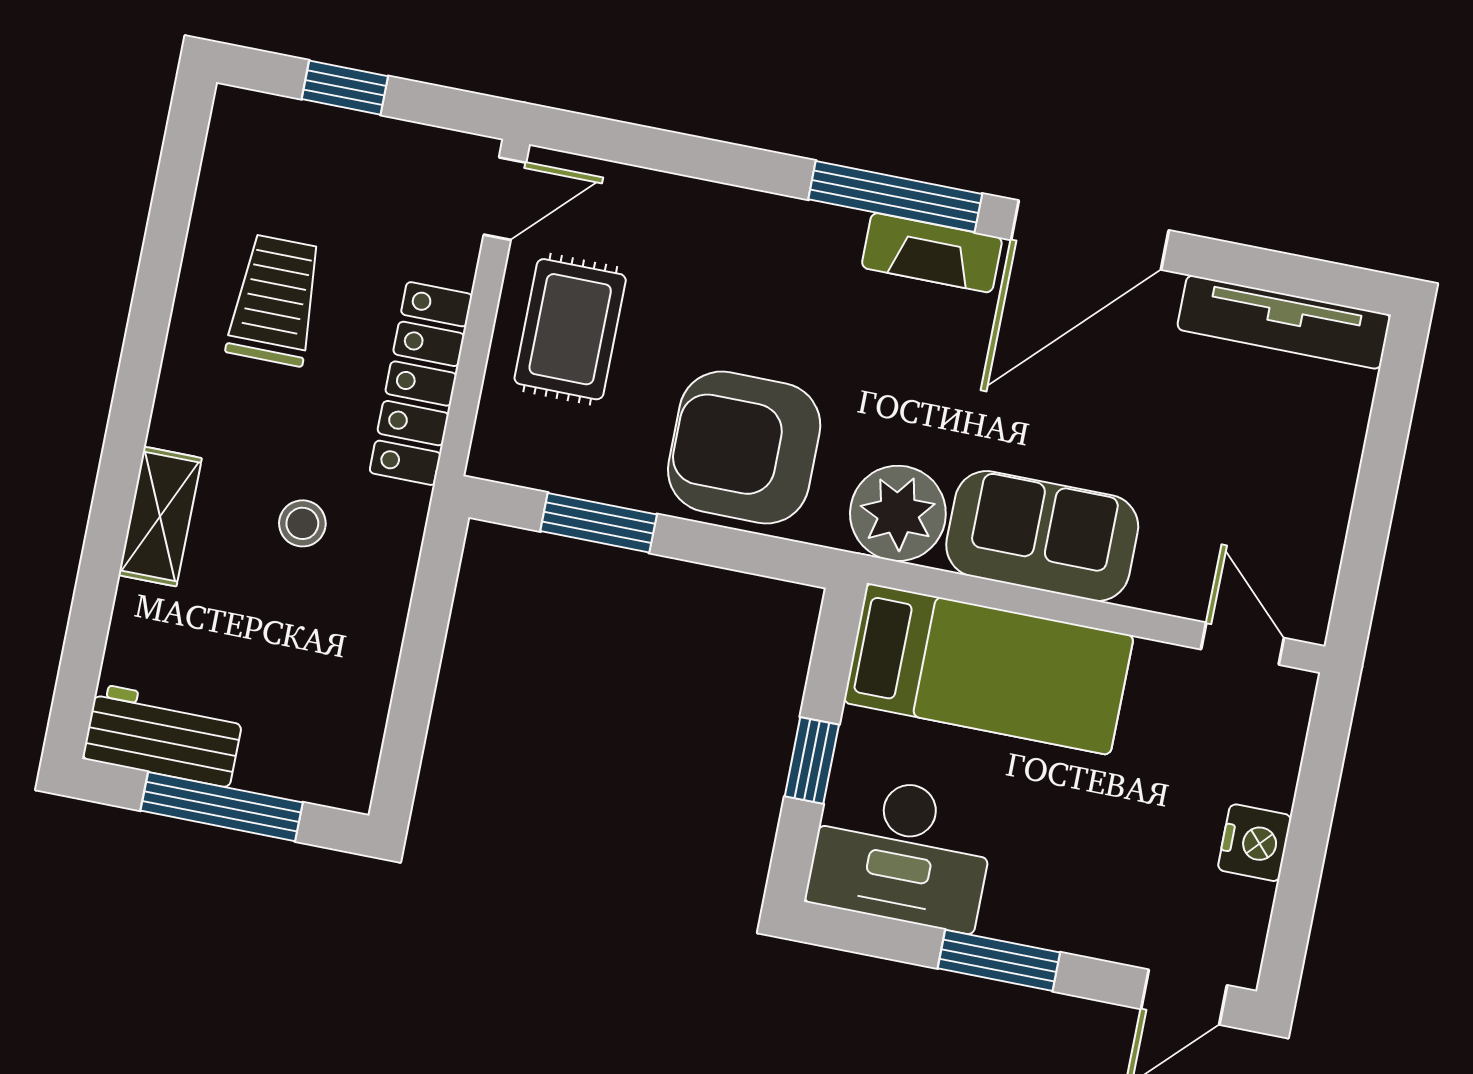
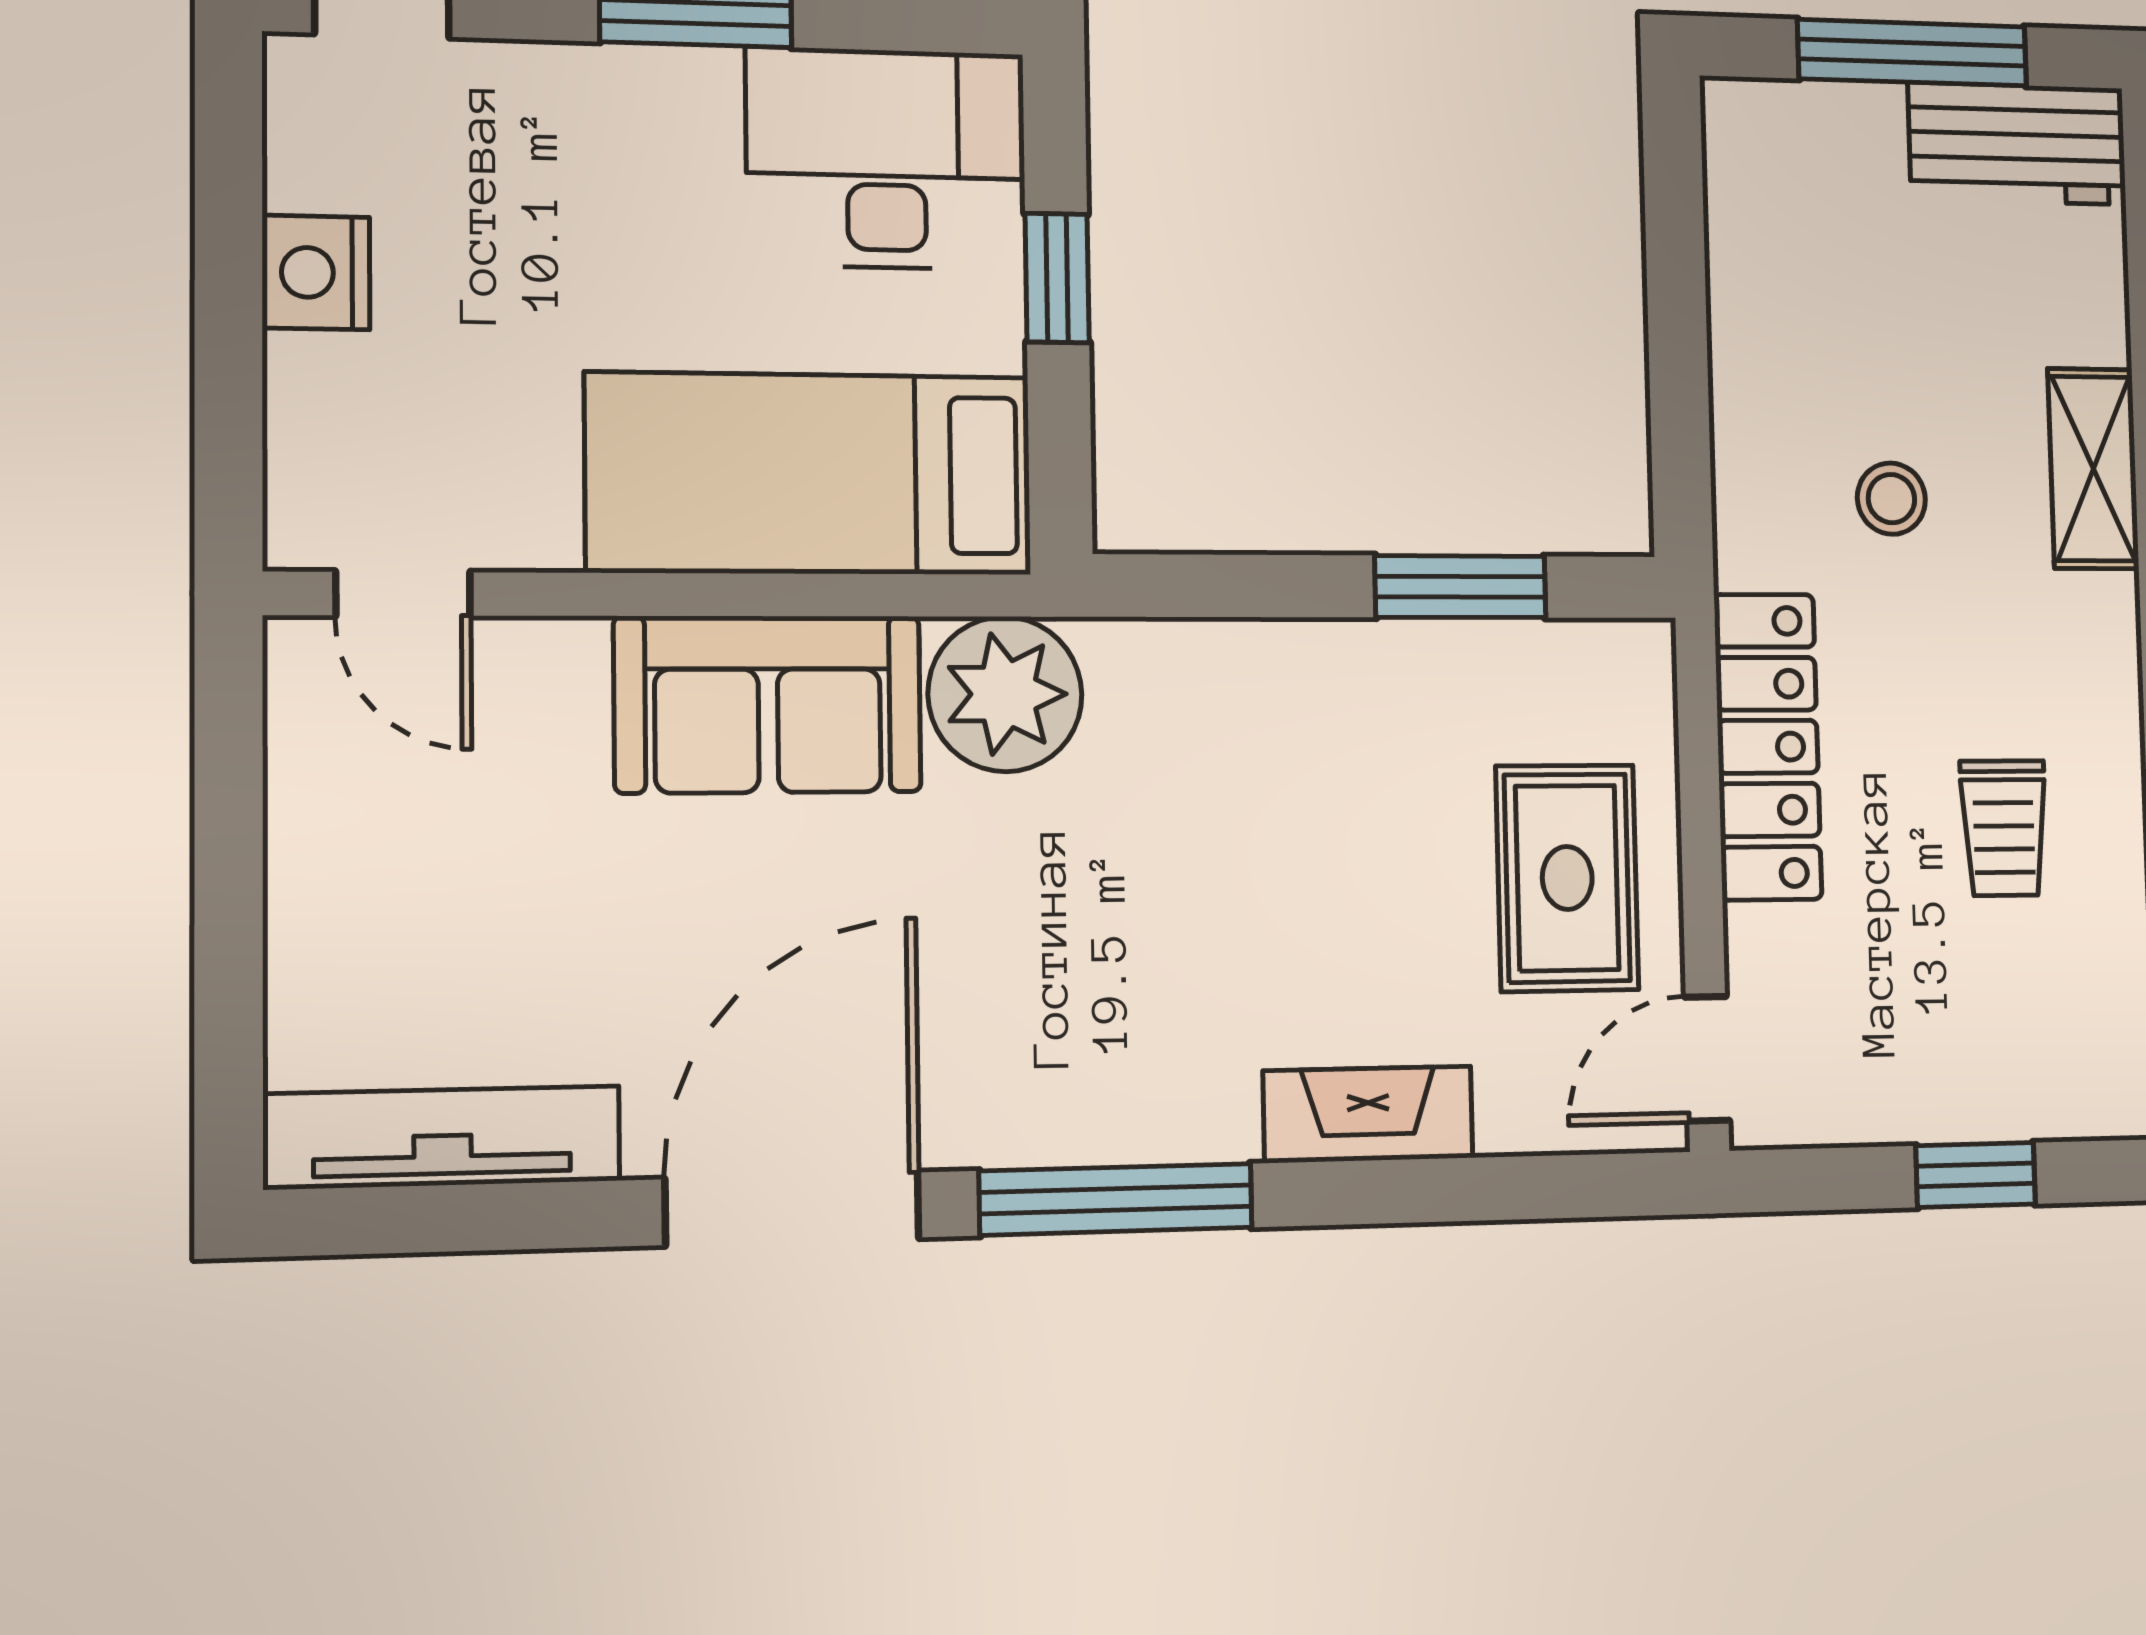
fireplace: (932, 253) -> (1368, 1114), moved
trolley: (275, 300) -> (2004, 828), width x0.73, depth x0.72
armchair: (744, 447) -> (1266, 749), removed

